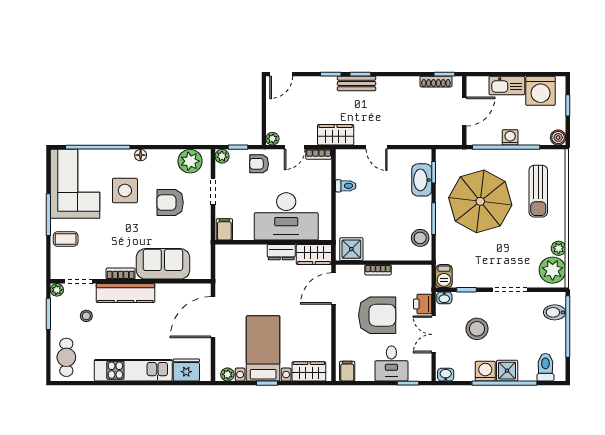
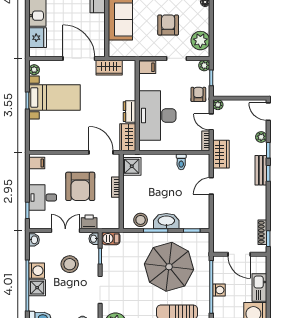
plant: (314, 83) -> (261, 137), added
washbasin: (422, 180) -> (166, 221), moved
wardrobe: (309, 371) -> (109, 68), moved, turned 90

